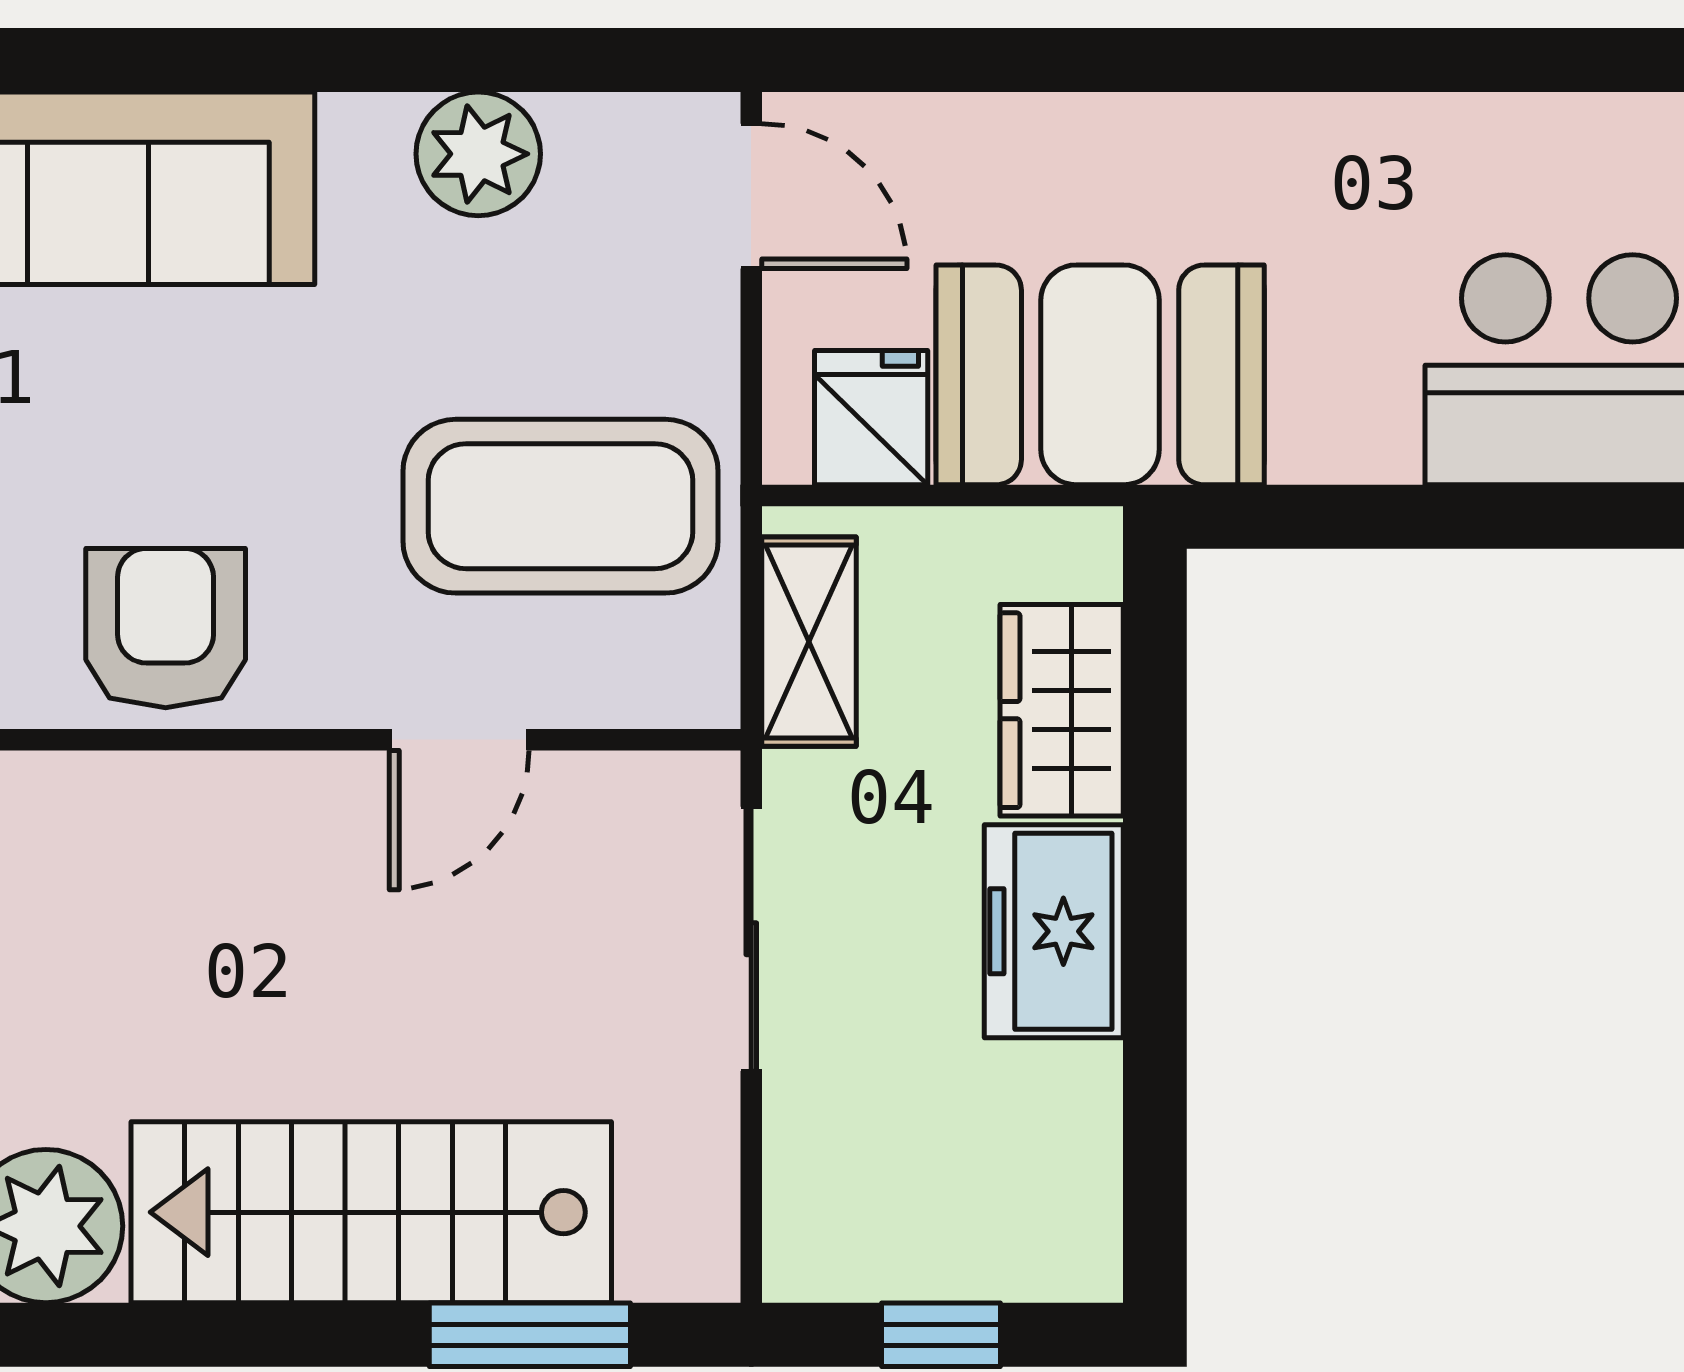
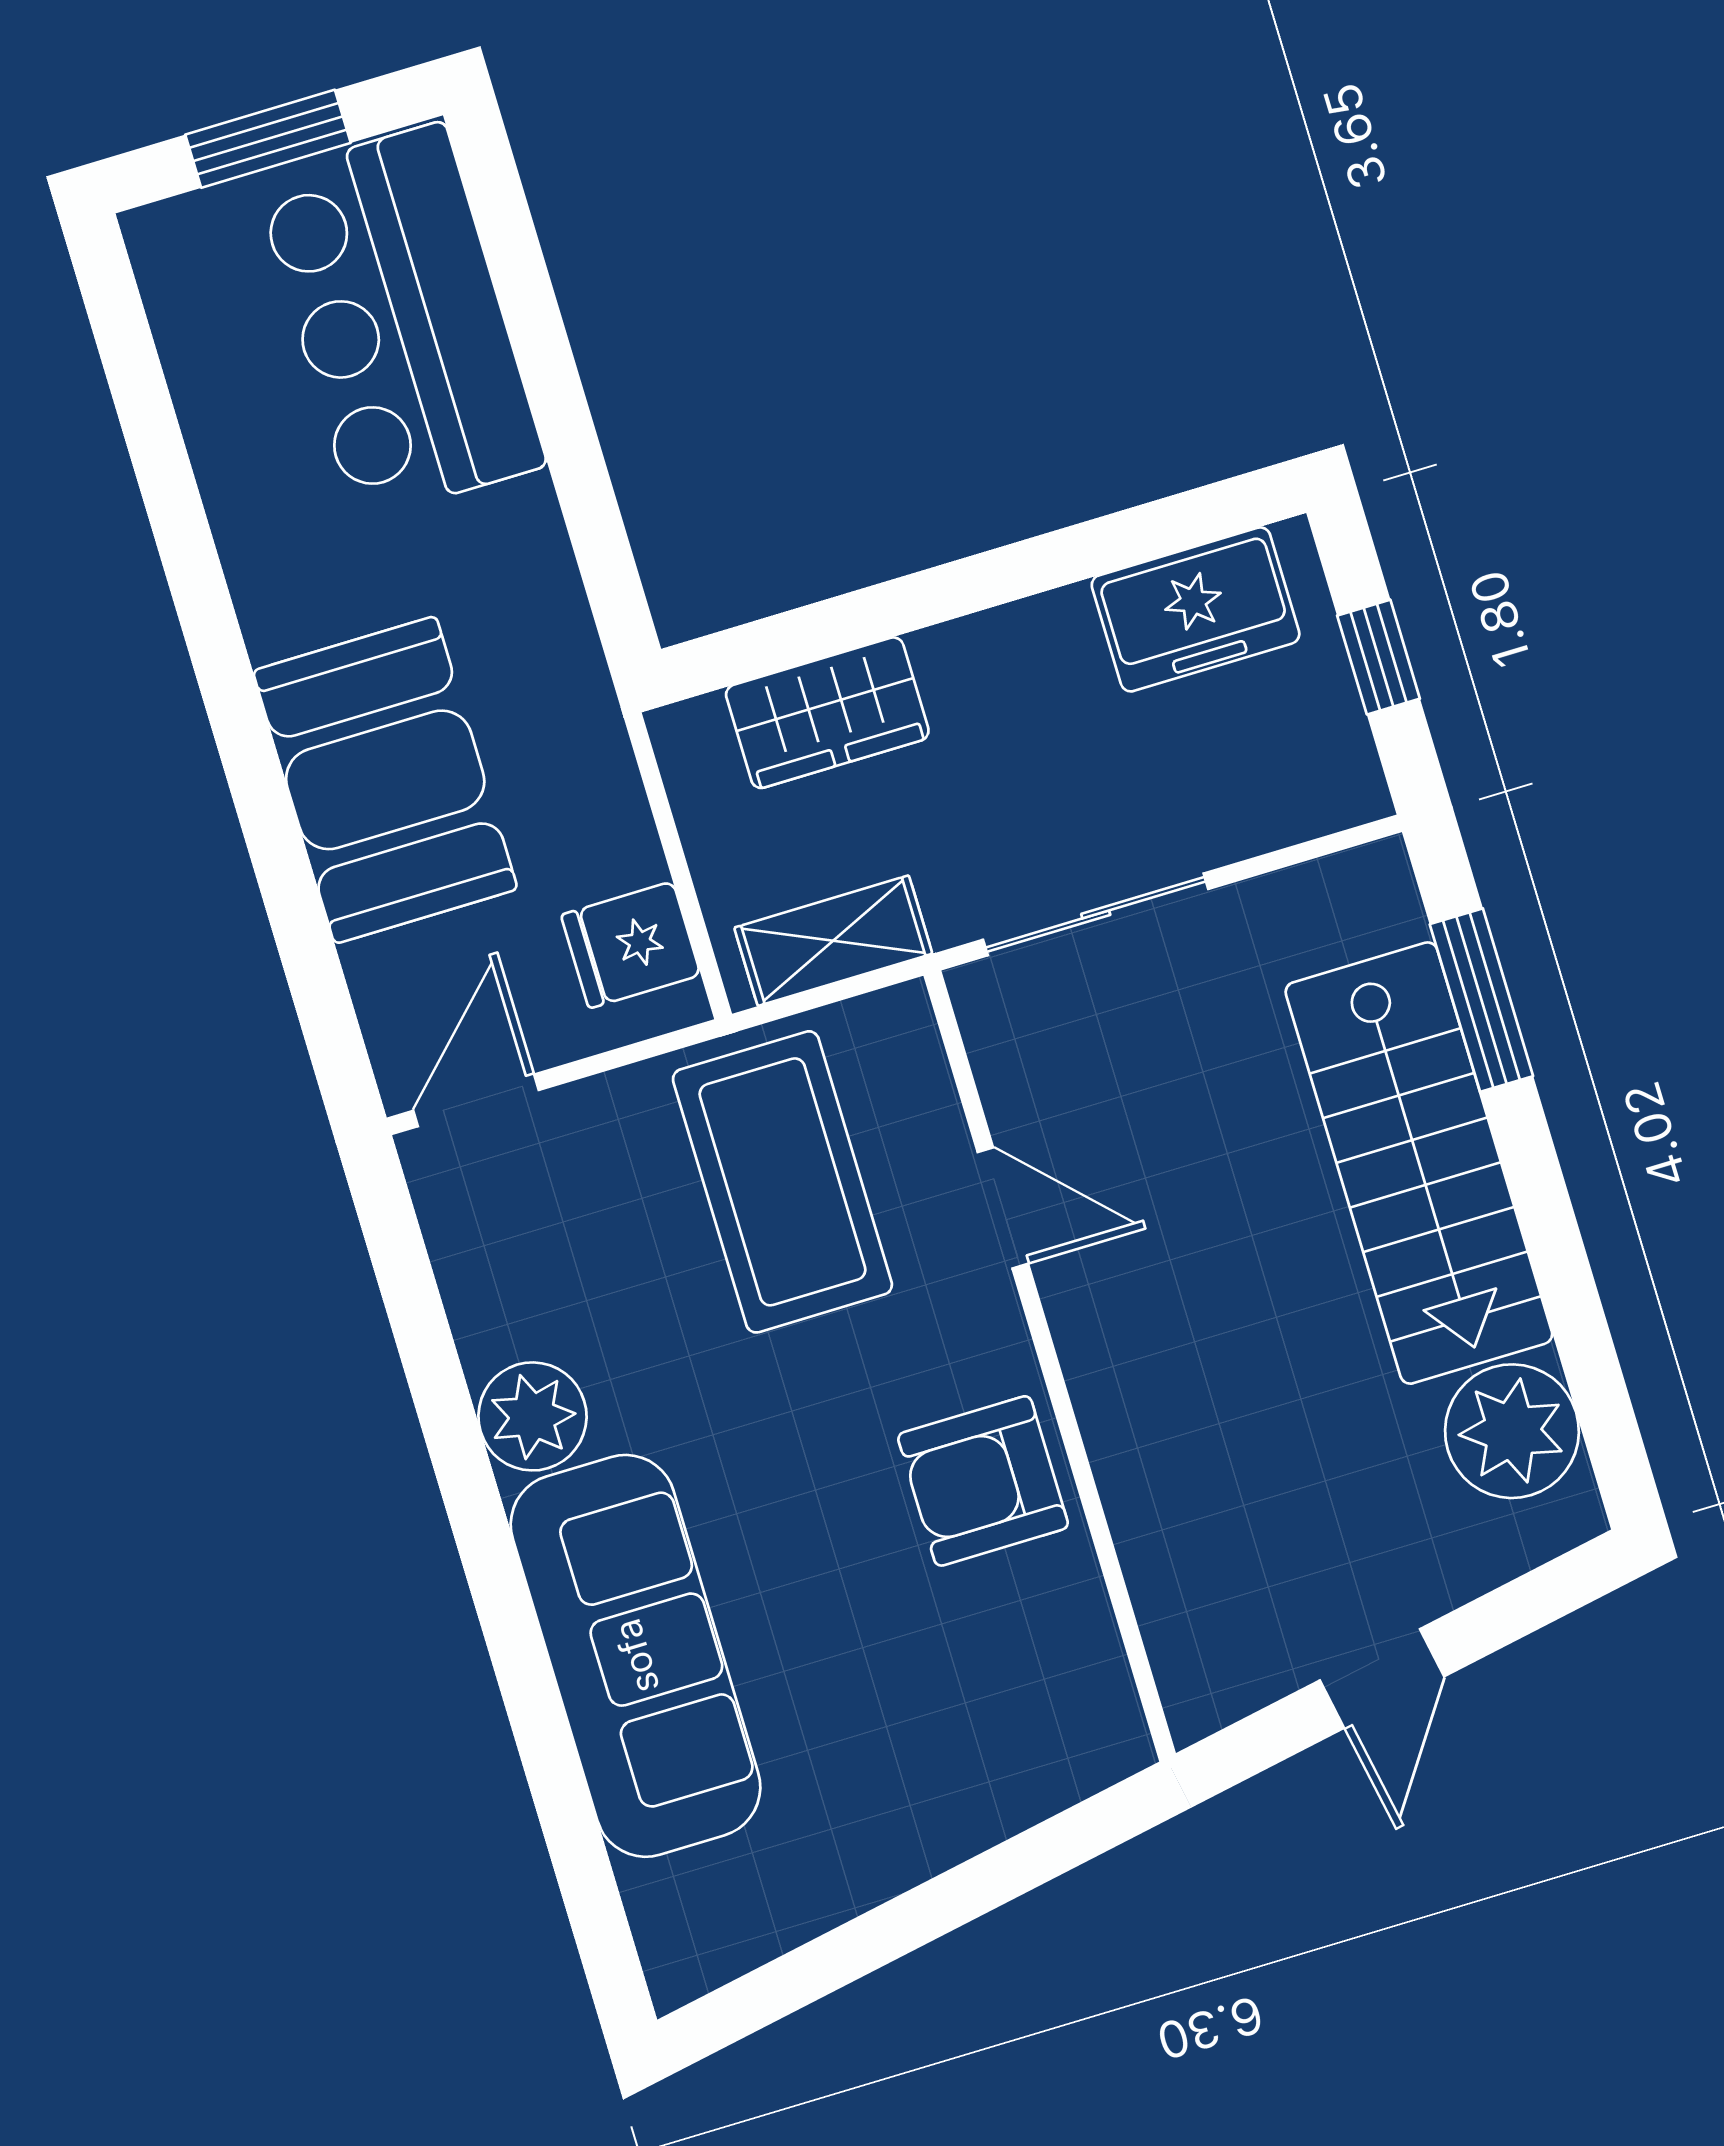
plant: (478, 154) -> (532, 1416), moved
booth: (1100, 375) -> (385, 780), moved
freezer: (1054, 931) -> (1196, 609), moved

